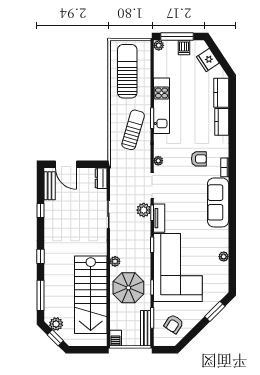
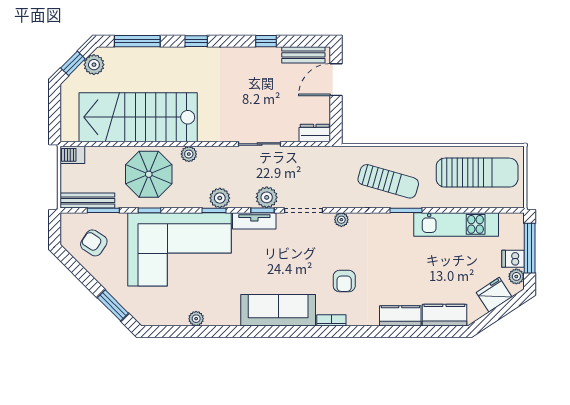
plant: (159, 45) -> (516, 276), moved
kitchen unit: (161, 106) -> (456, 224), moved
plant: (144, 241) -> (220, 198), added

